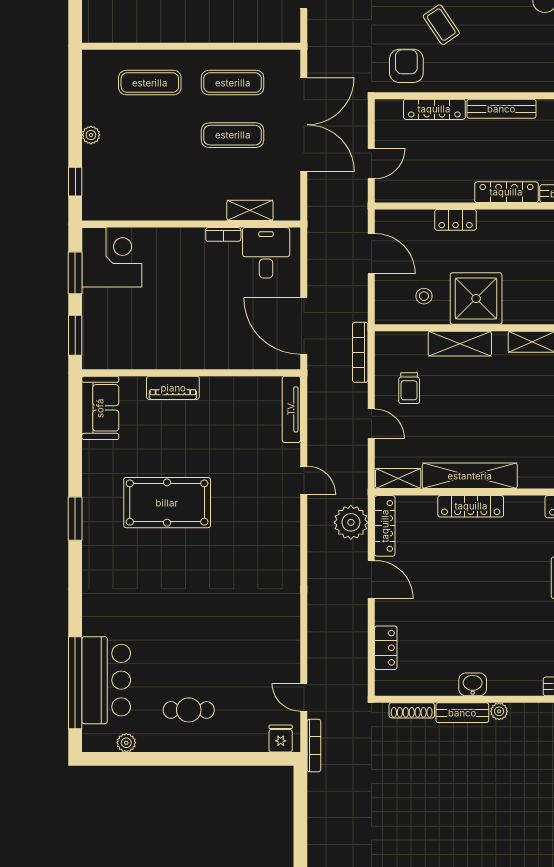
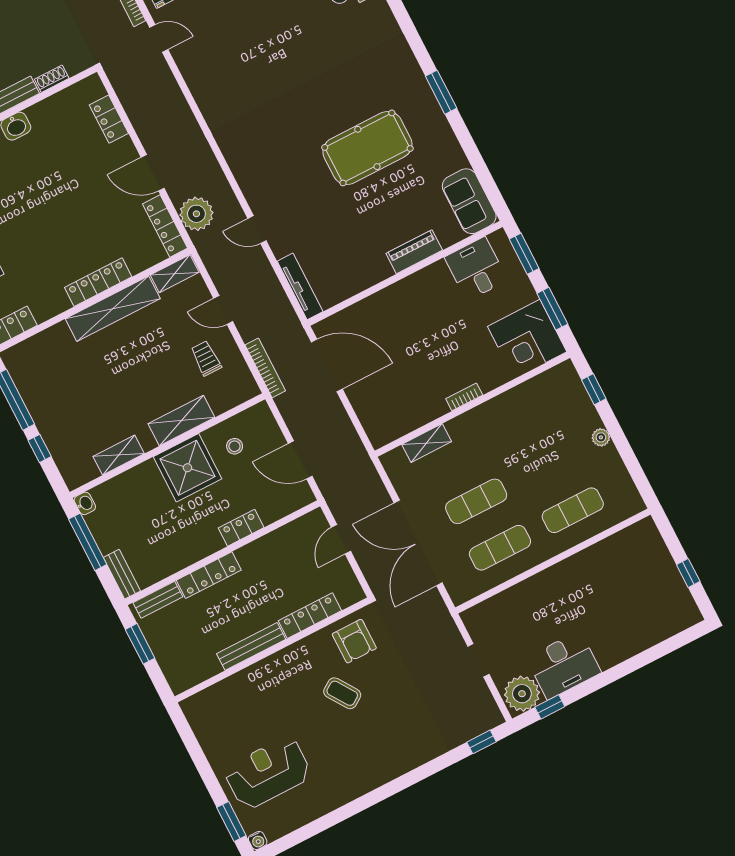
bookcase: (223, 234) -> (464, 397), moved
desk: (266, 253) -> (476, 269), moved, turned 180
shoe rack: (412, 710) -> (52, 79), width x0.70

